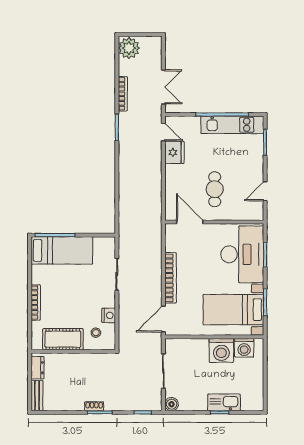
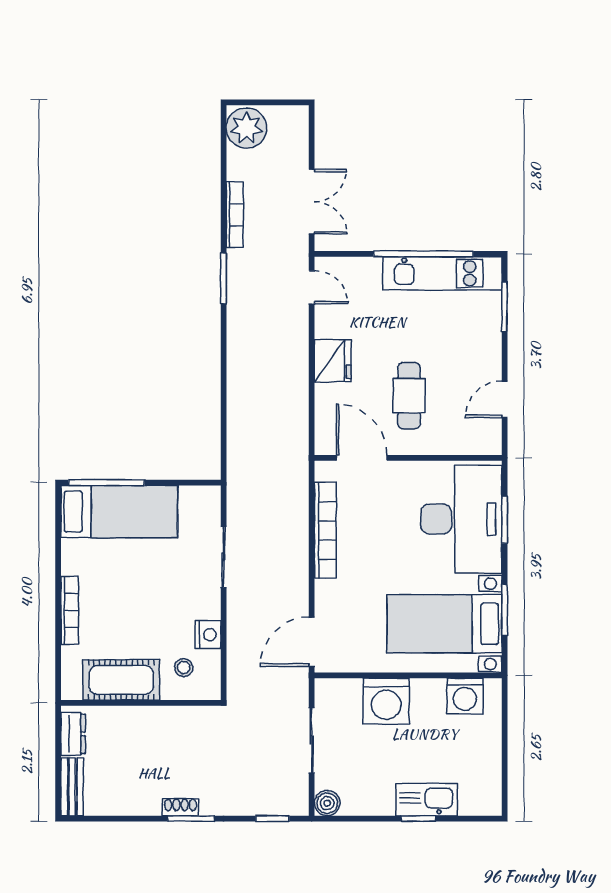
fridge: (174, 152) -> (333, 361), moved
bookcase: (171, 278) -> (325, 530), moved
washing machine: (221, 350) -> (386, 701), moved

